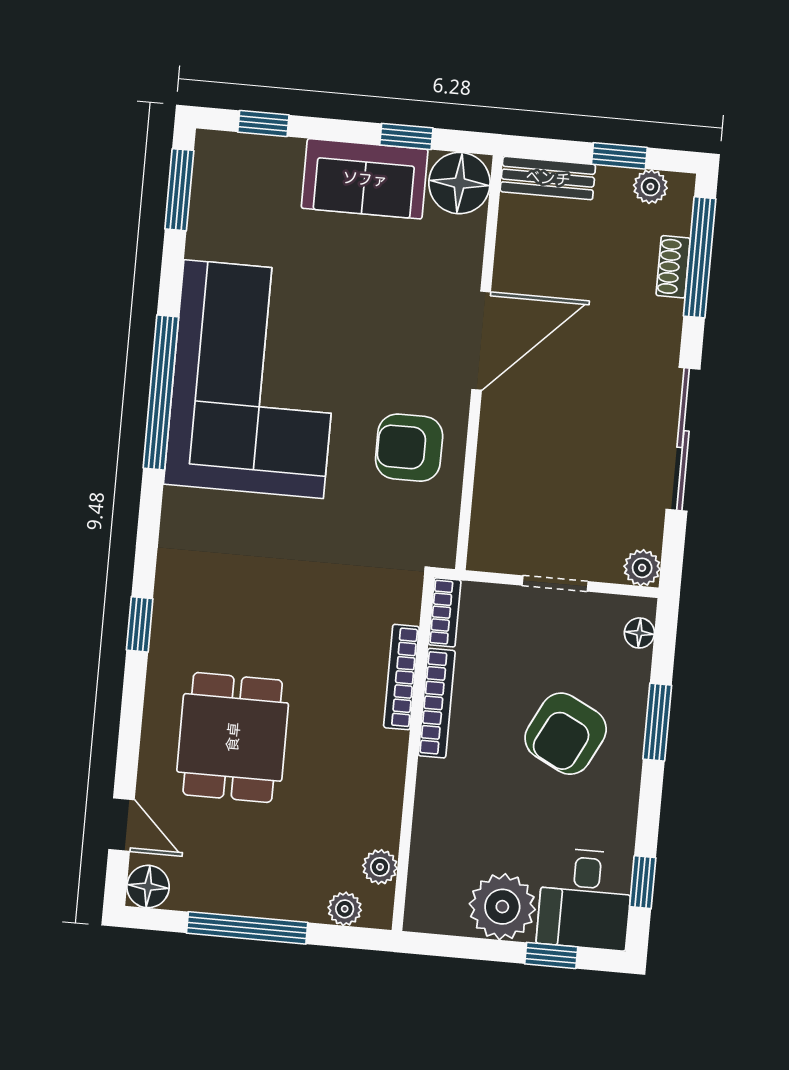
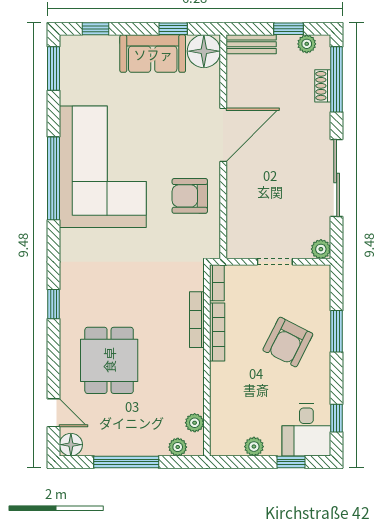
floor lamp: (639, 633) -> (323, 284), removed
plant: (502, 907) -> (254, 447), width x0.53, depth x0.53

